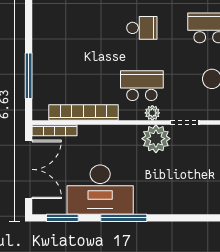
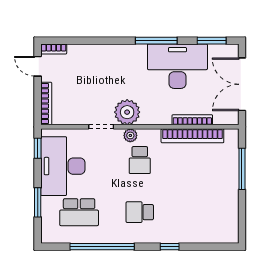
school desk: (142, 86) -> (140, 160), width x0.54
bookcase: (55, 130) -> (192, 120), moved

